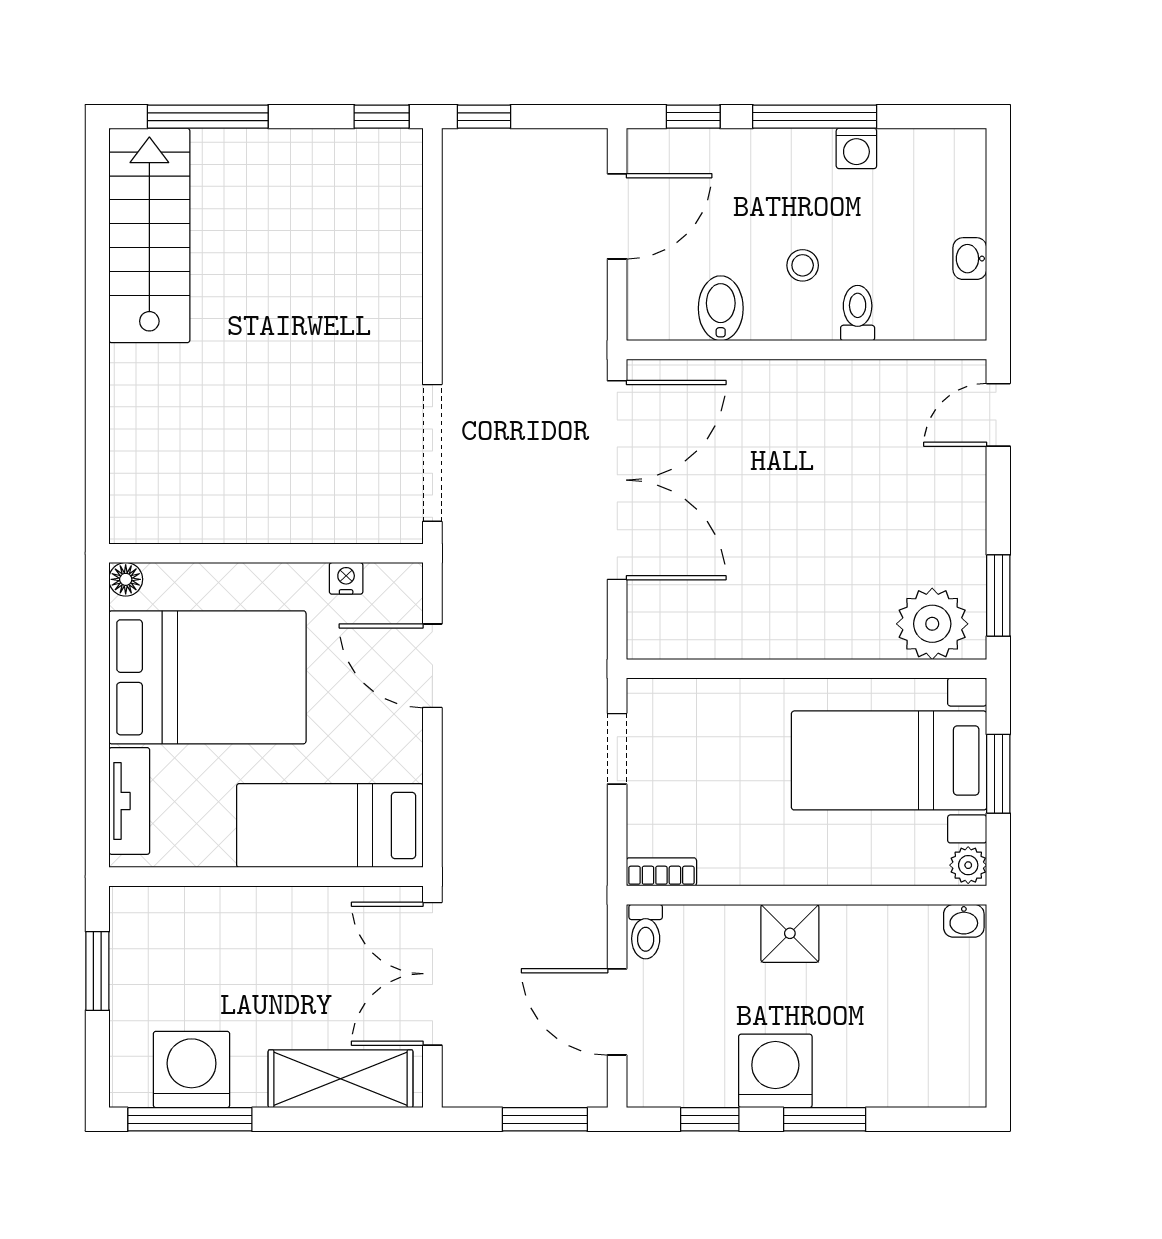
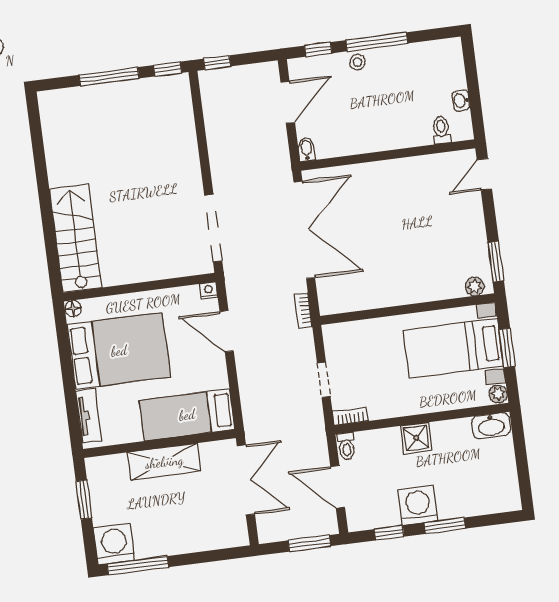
window: (208, 117) -> (109, 77), moved
washing machine: (856, 148) -> (399, 54), removed
stairs: (149, 235) -> (75, 238), moved
stool: (803, 265) -> (357, 62), moved
bidet: (721, 308) -> (306, 149), moved, width x0.72, depth x0.74
toilet: (858, 313) -> (441, 130), moved
nightstand: (346, 578) -> (209, 291), moved
plant: (932, 624) -> (475, 287), width x0.53, depth x0.53
bookcase: (594, 643) -> (303, 310), added
doorway: (617, 749) -> (324, 380), moved
washbasin: (964, 921) -> (491, 426), width x1.91, depth x1.45
double door: (432, 974) -> (246, 480), swing flipped
washing machine: (192, 1069) -> (114, 544), moved
shelving: (341, 1079) -> (164, 462), moved

